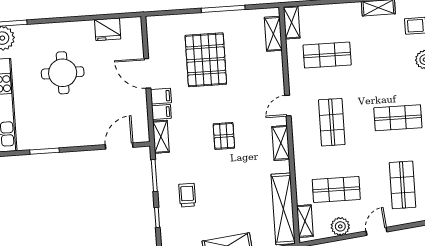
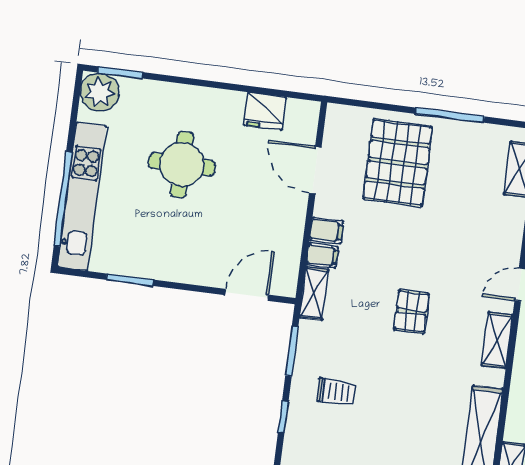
pallet: (206, 60) -> (398, 163), moved
door: (147, 73) -> (315, 170), moved
trolley: (187, 195) -> (337, 392), turned 90

